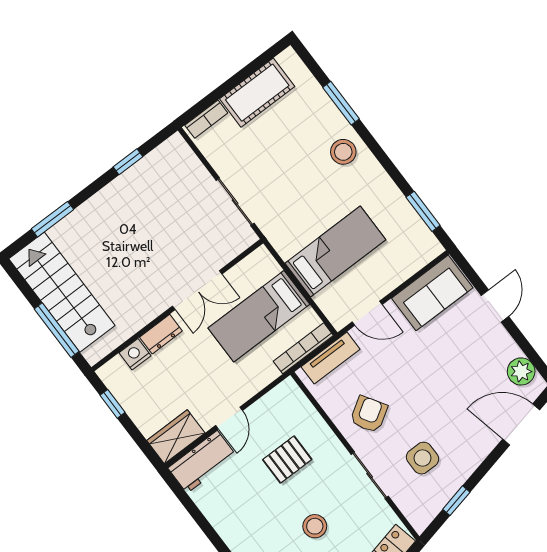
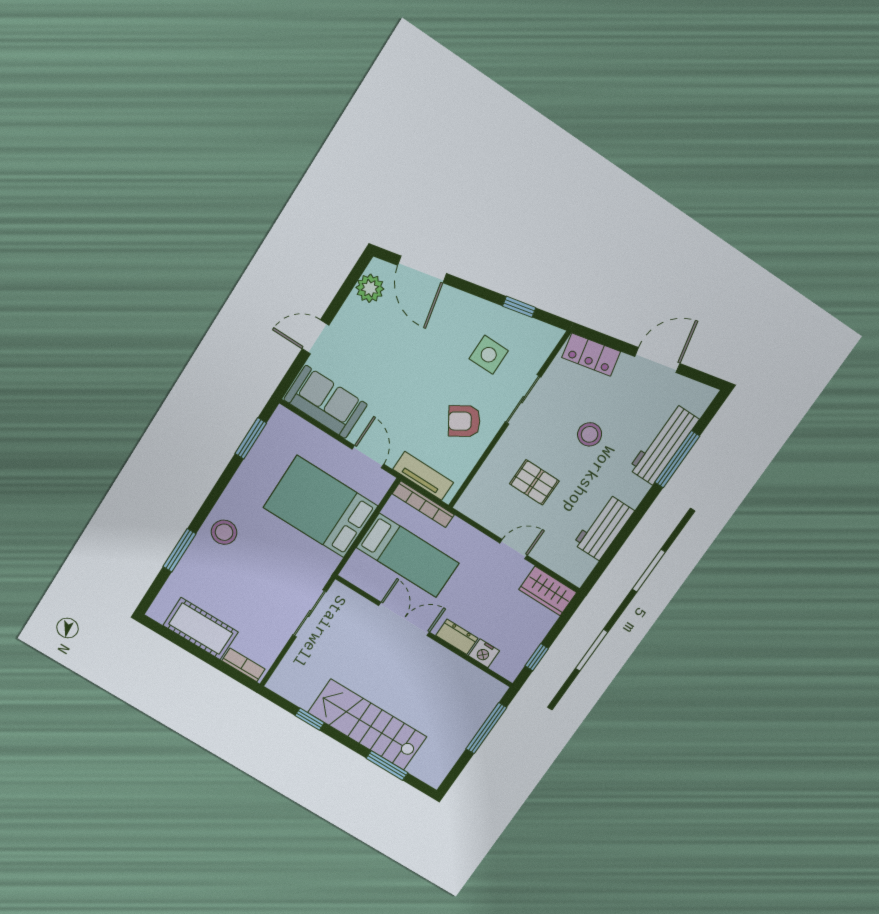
bed: (335, 251) -> (321, 507), width x1.50
stairs: (62, 292) -> (367, 725), moved, turned 90
workbench: (202, 462) -> (604, 527), moved, turned -90

